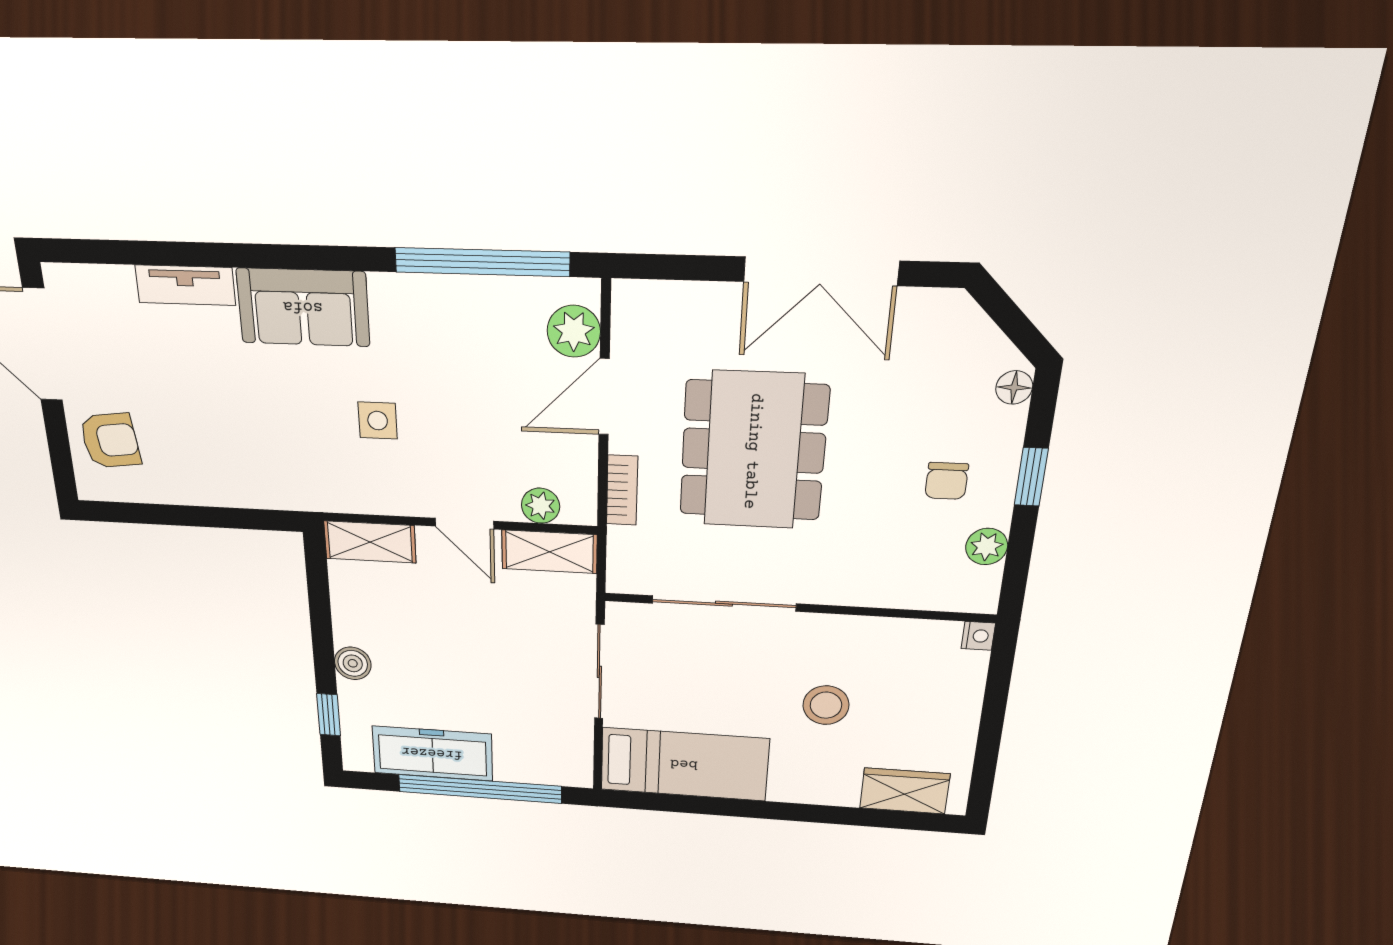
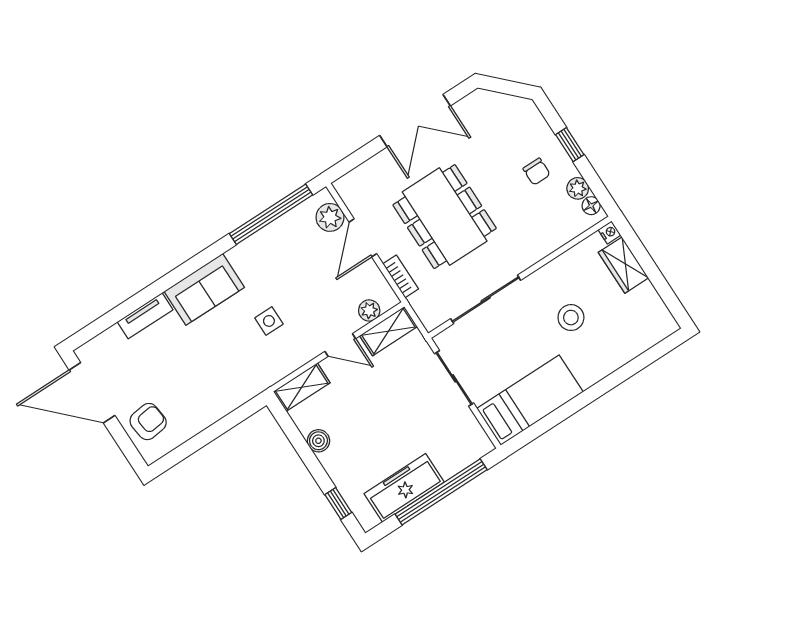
floor lamp: (1014, 387) -> (591, 206), moved
boiler: (353, 663) -> (318, 441), moved
wardrobe: (905, 791) -> (623, 265), moved, turned -90

